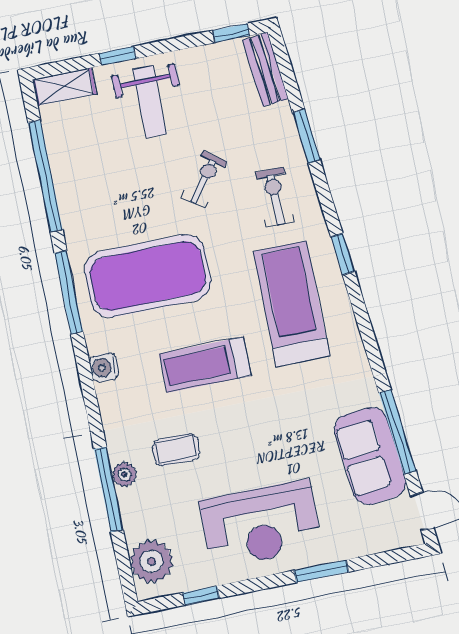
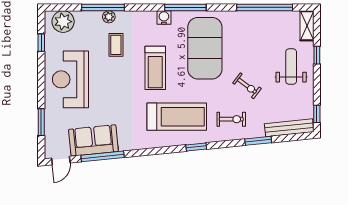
bench: (265, 69) -> (289, 128), width x1.36
weight bench: (150, 102) -> (291, 67), turned 90
window: (69, 292) -> (185, 7), moved
treadmill: (205, 365) -> (155, 68), turned 180
window: (321, 571) -> (41, 122), moved

